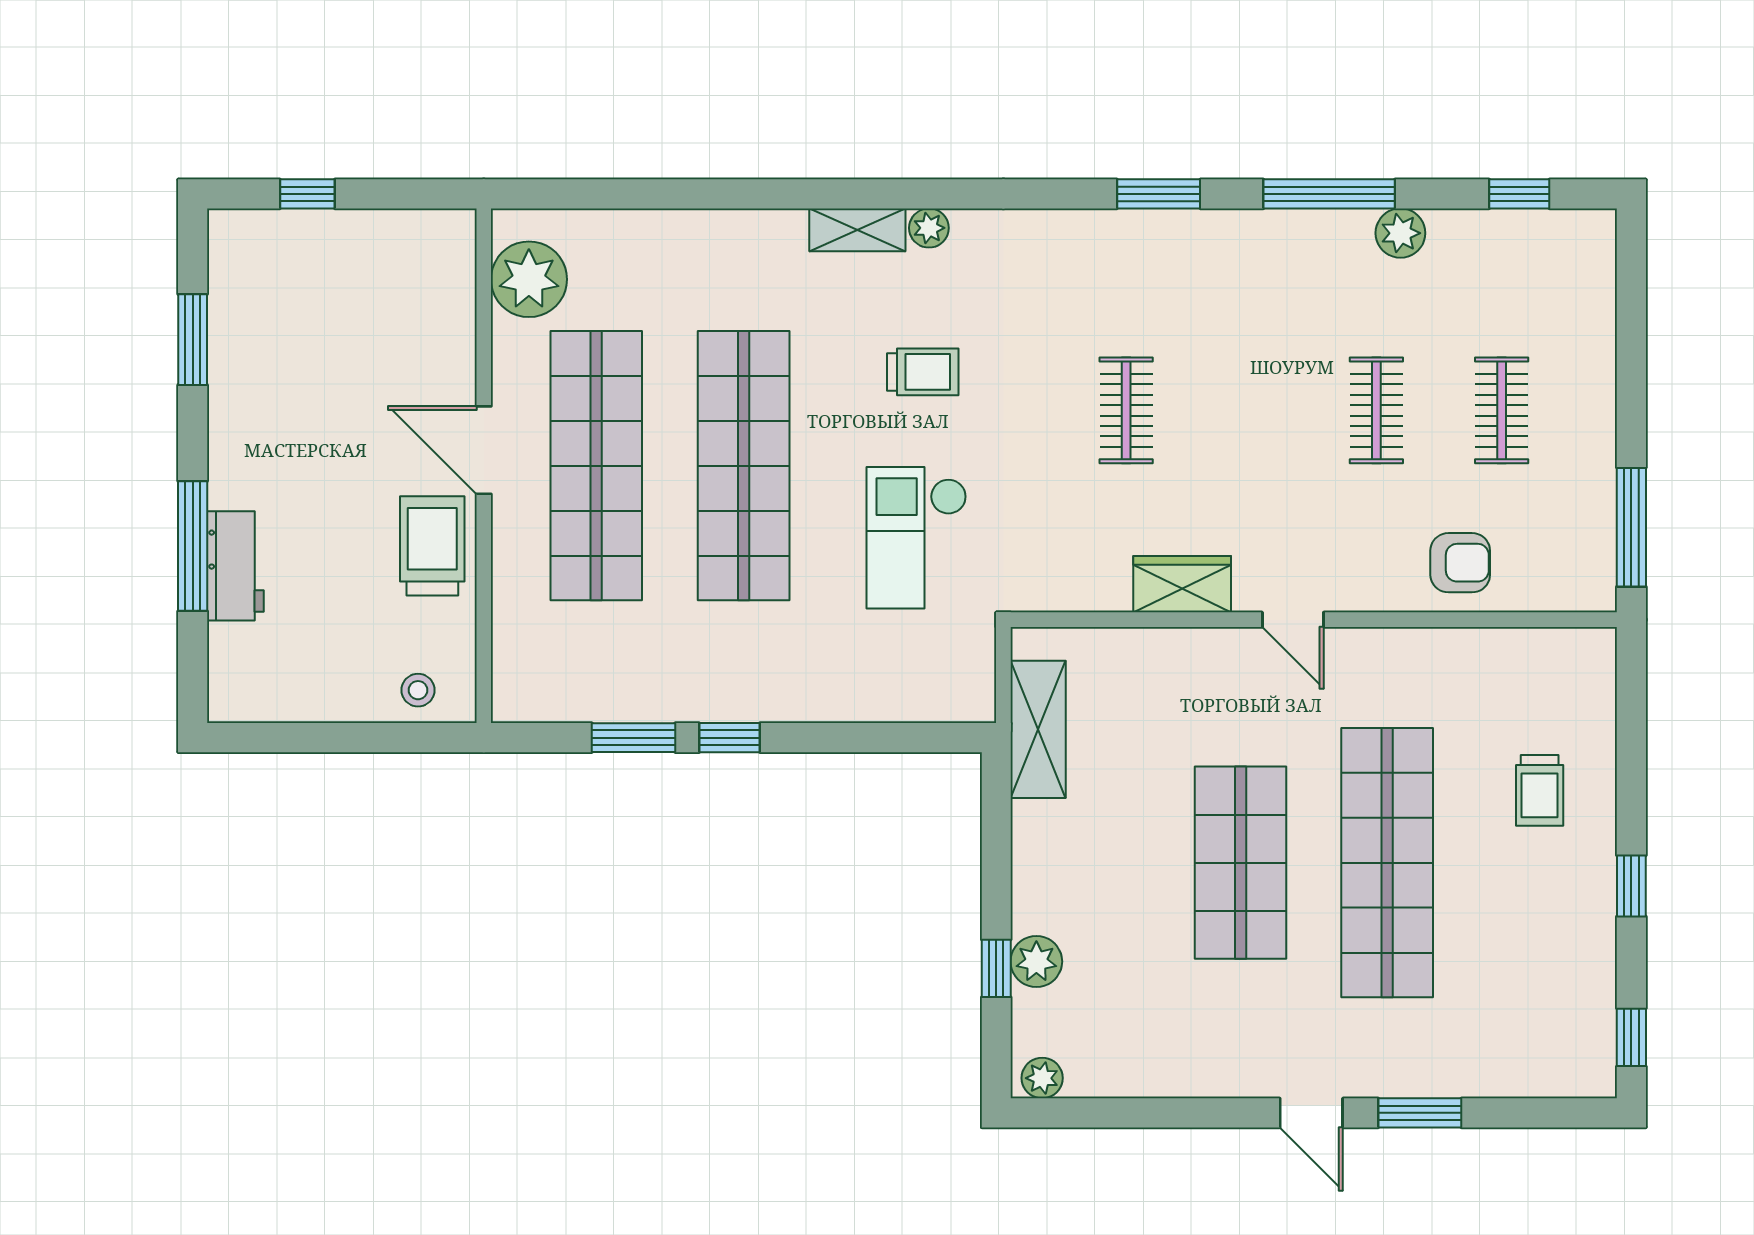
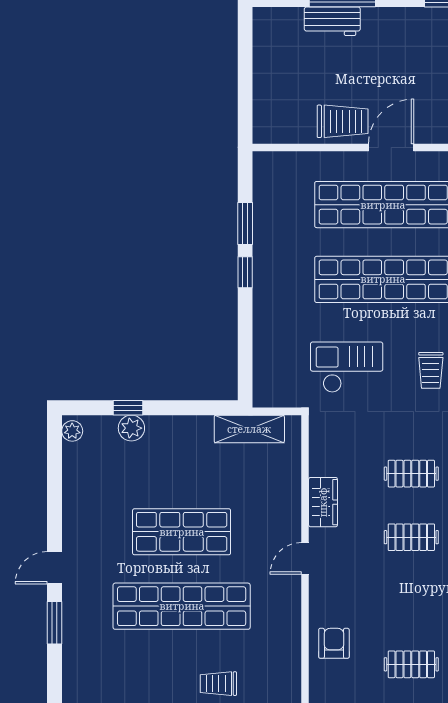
clothes rail: (1376, 410) -> (411, 537), moved
armchair: (1460, 563) -> (334, 643), turned 180
stool: (418, 690) -> (269, 114), removed

